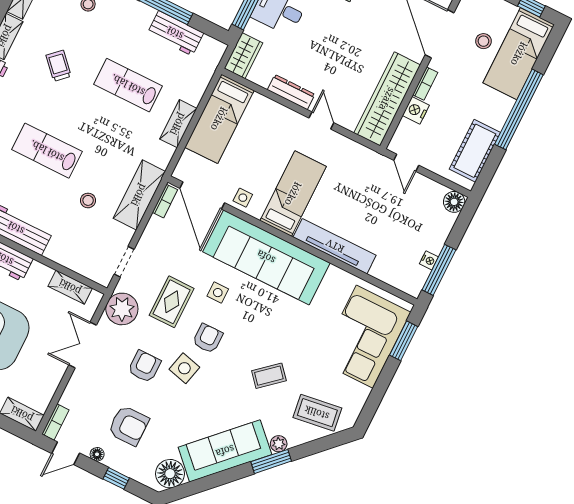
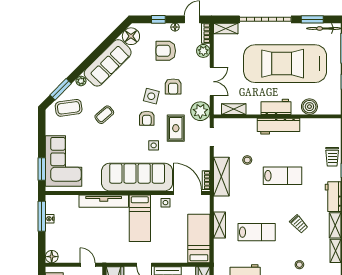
plant: (72, 397) -> (203, 51), added
window: (271, 461) -> (61, 89), moved

